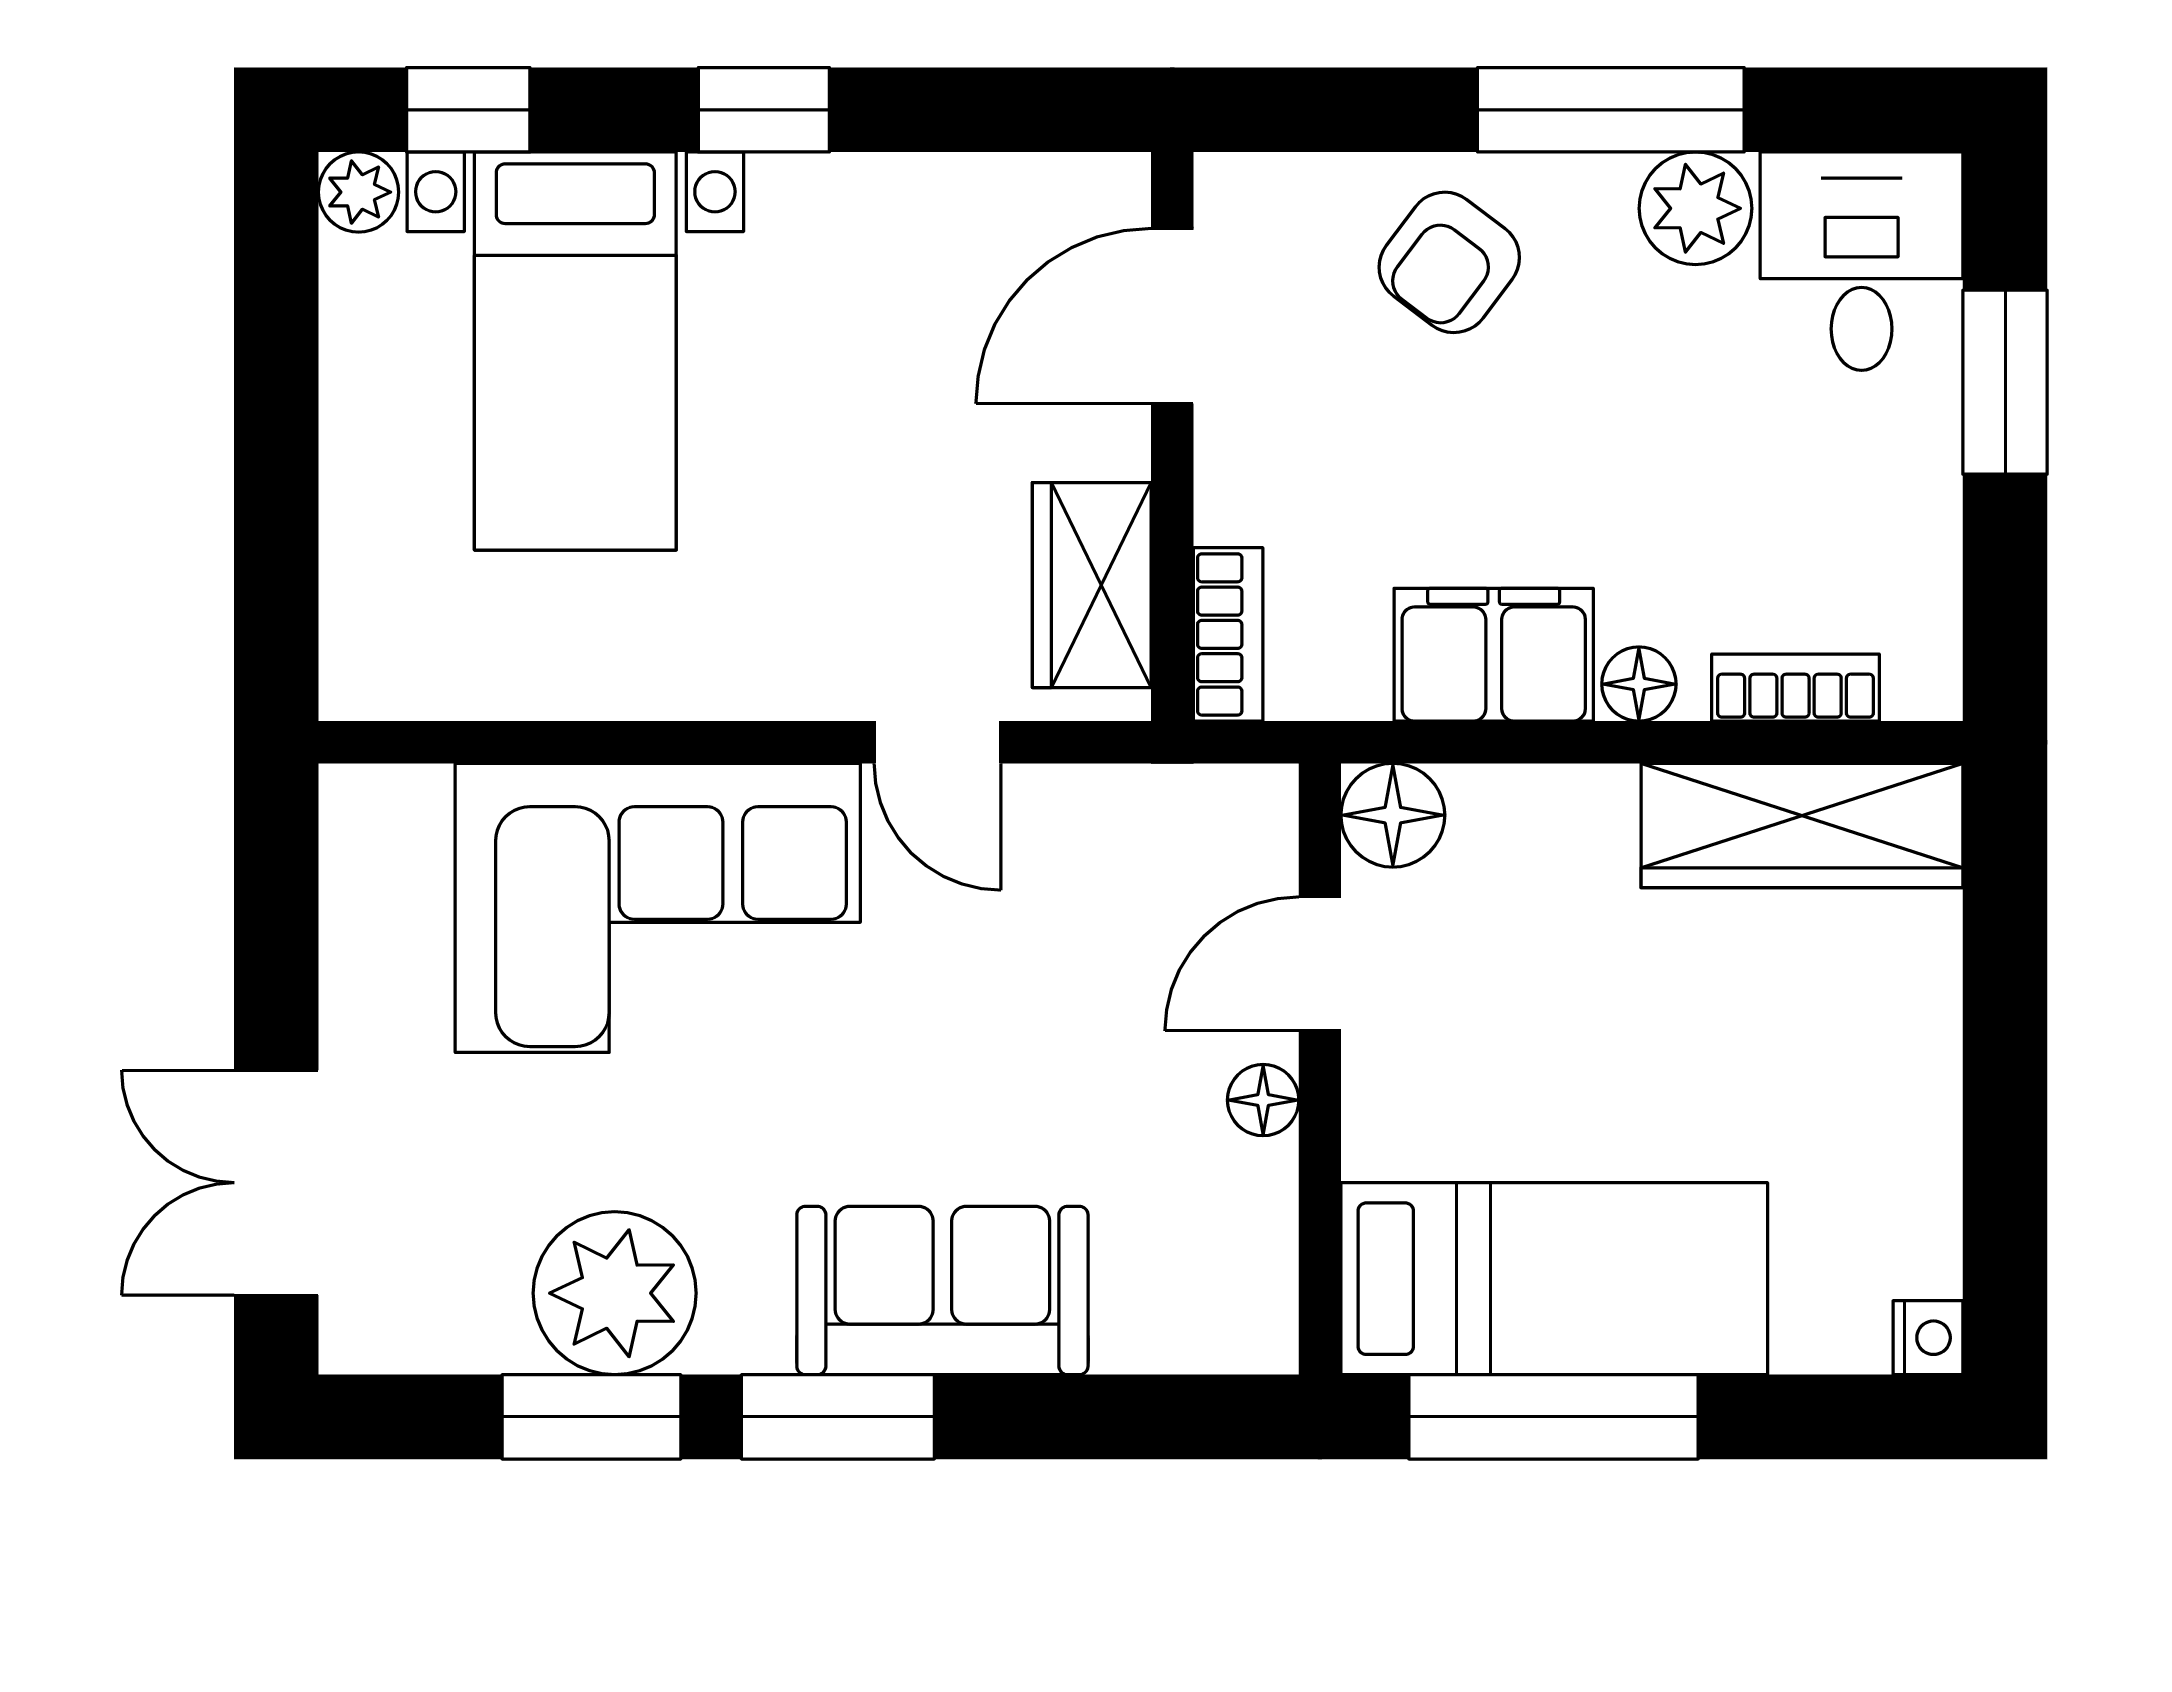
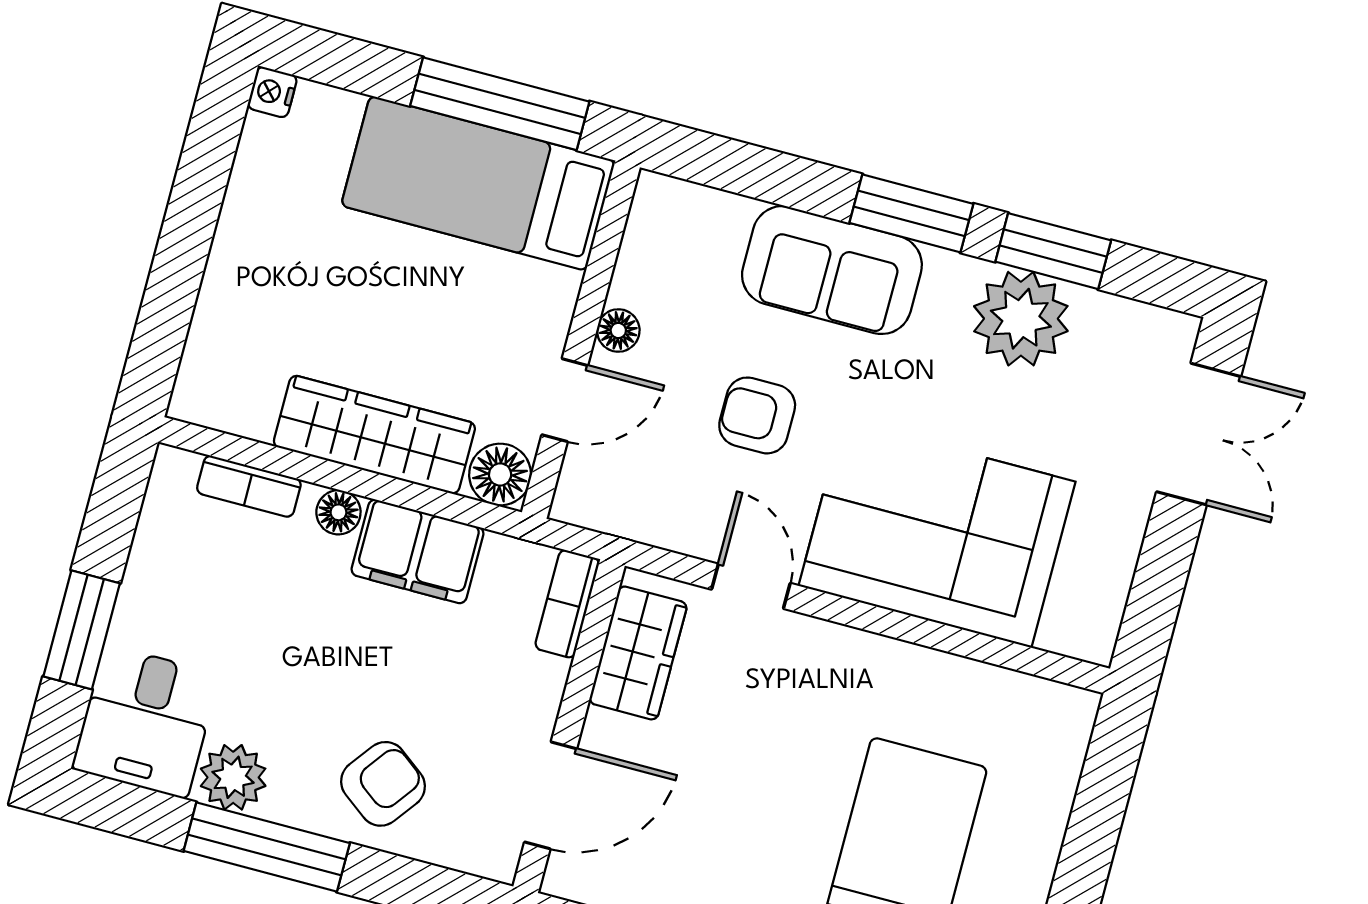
wardrobe: (1802, 826) -> (374, 435), moved
armchair: (1001, 1022) -> (757, 415), added

